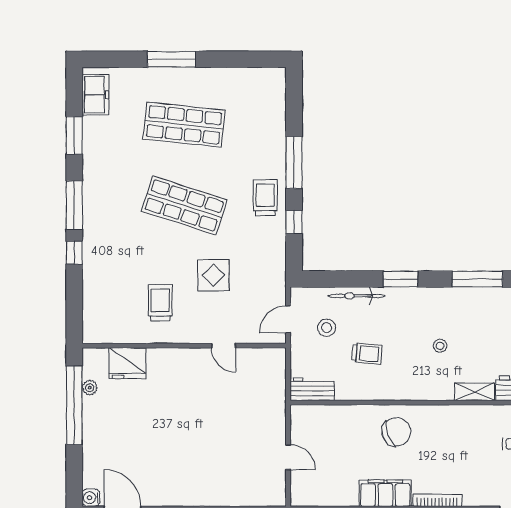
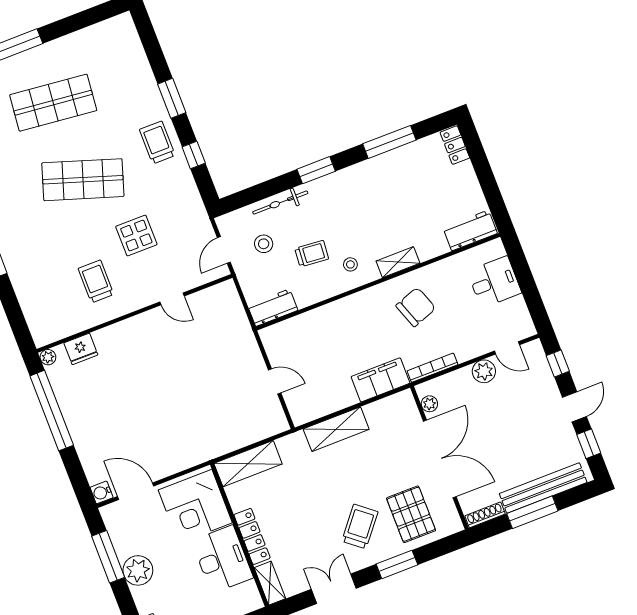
window: (294, 162) -> (172, 98), width x0.69
stool: (440, 346) -> (350, 264), moved
fridge: (127, 363) -> (81, 349), width x0.73, depth x0.75
plant: (90, 388) -> (48, 357), moved
shelving: (475, 392) -> (398, 262), moved
chair: (396, 432) -> (416, 307), moved

